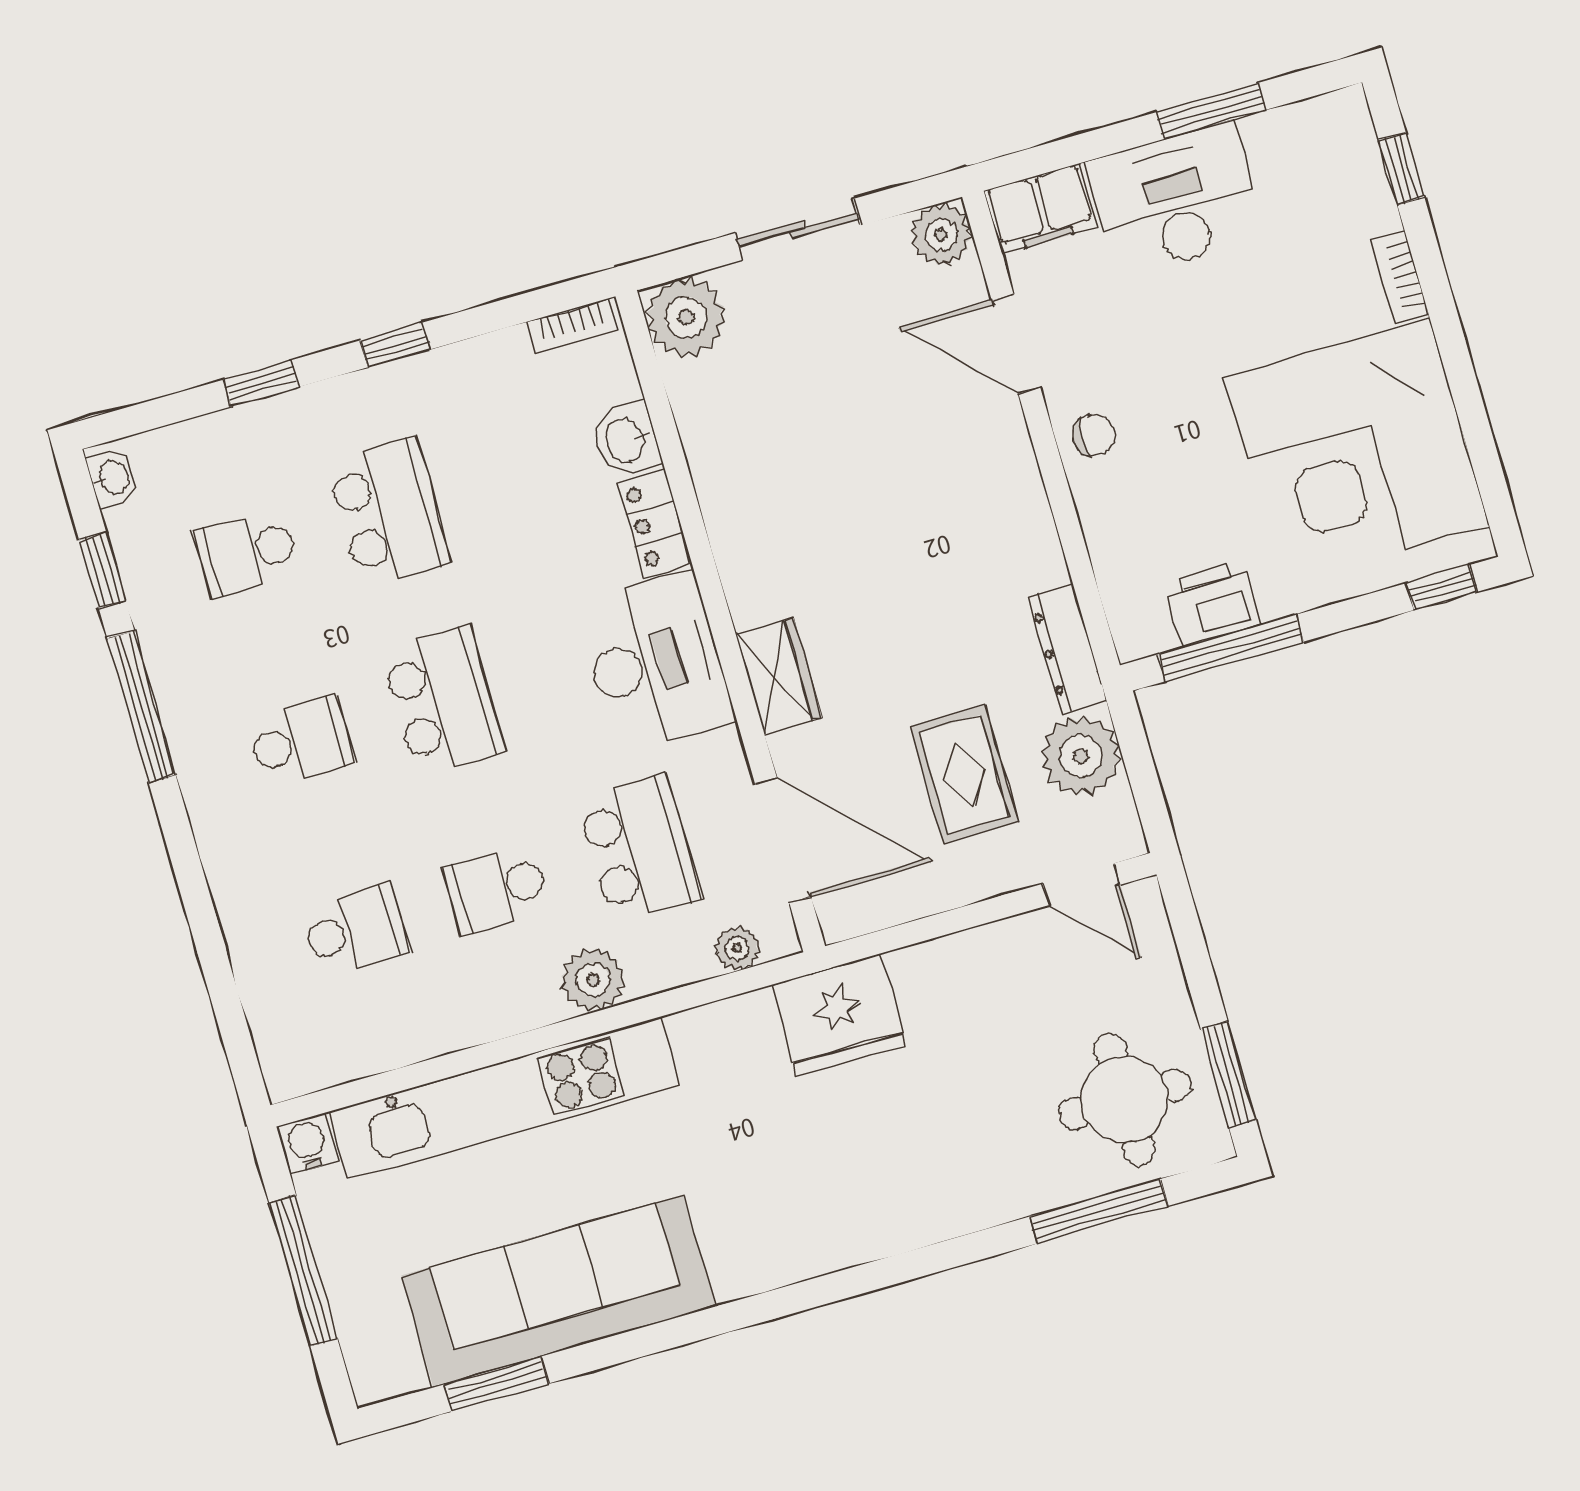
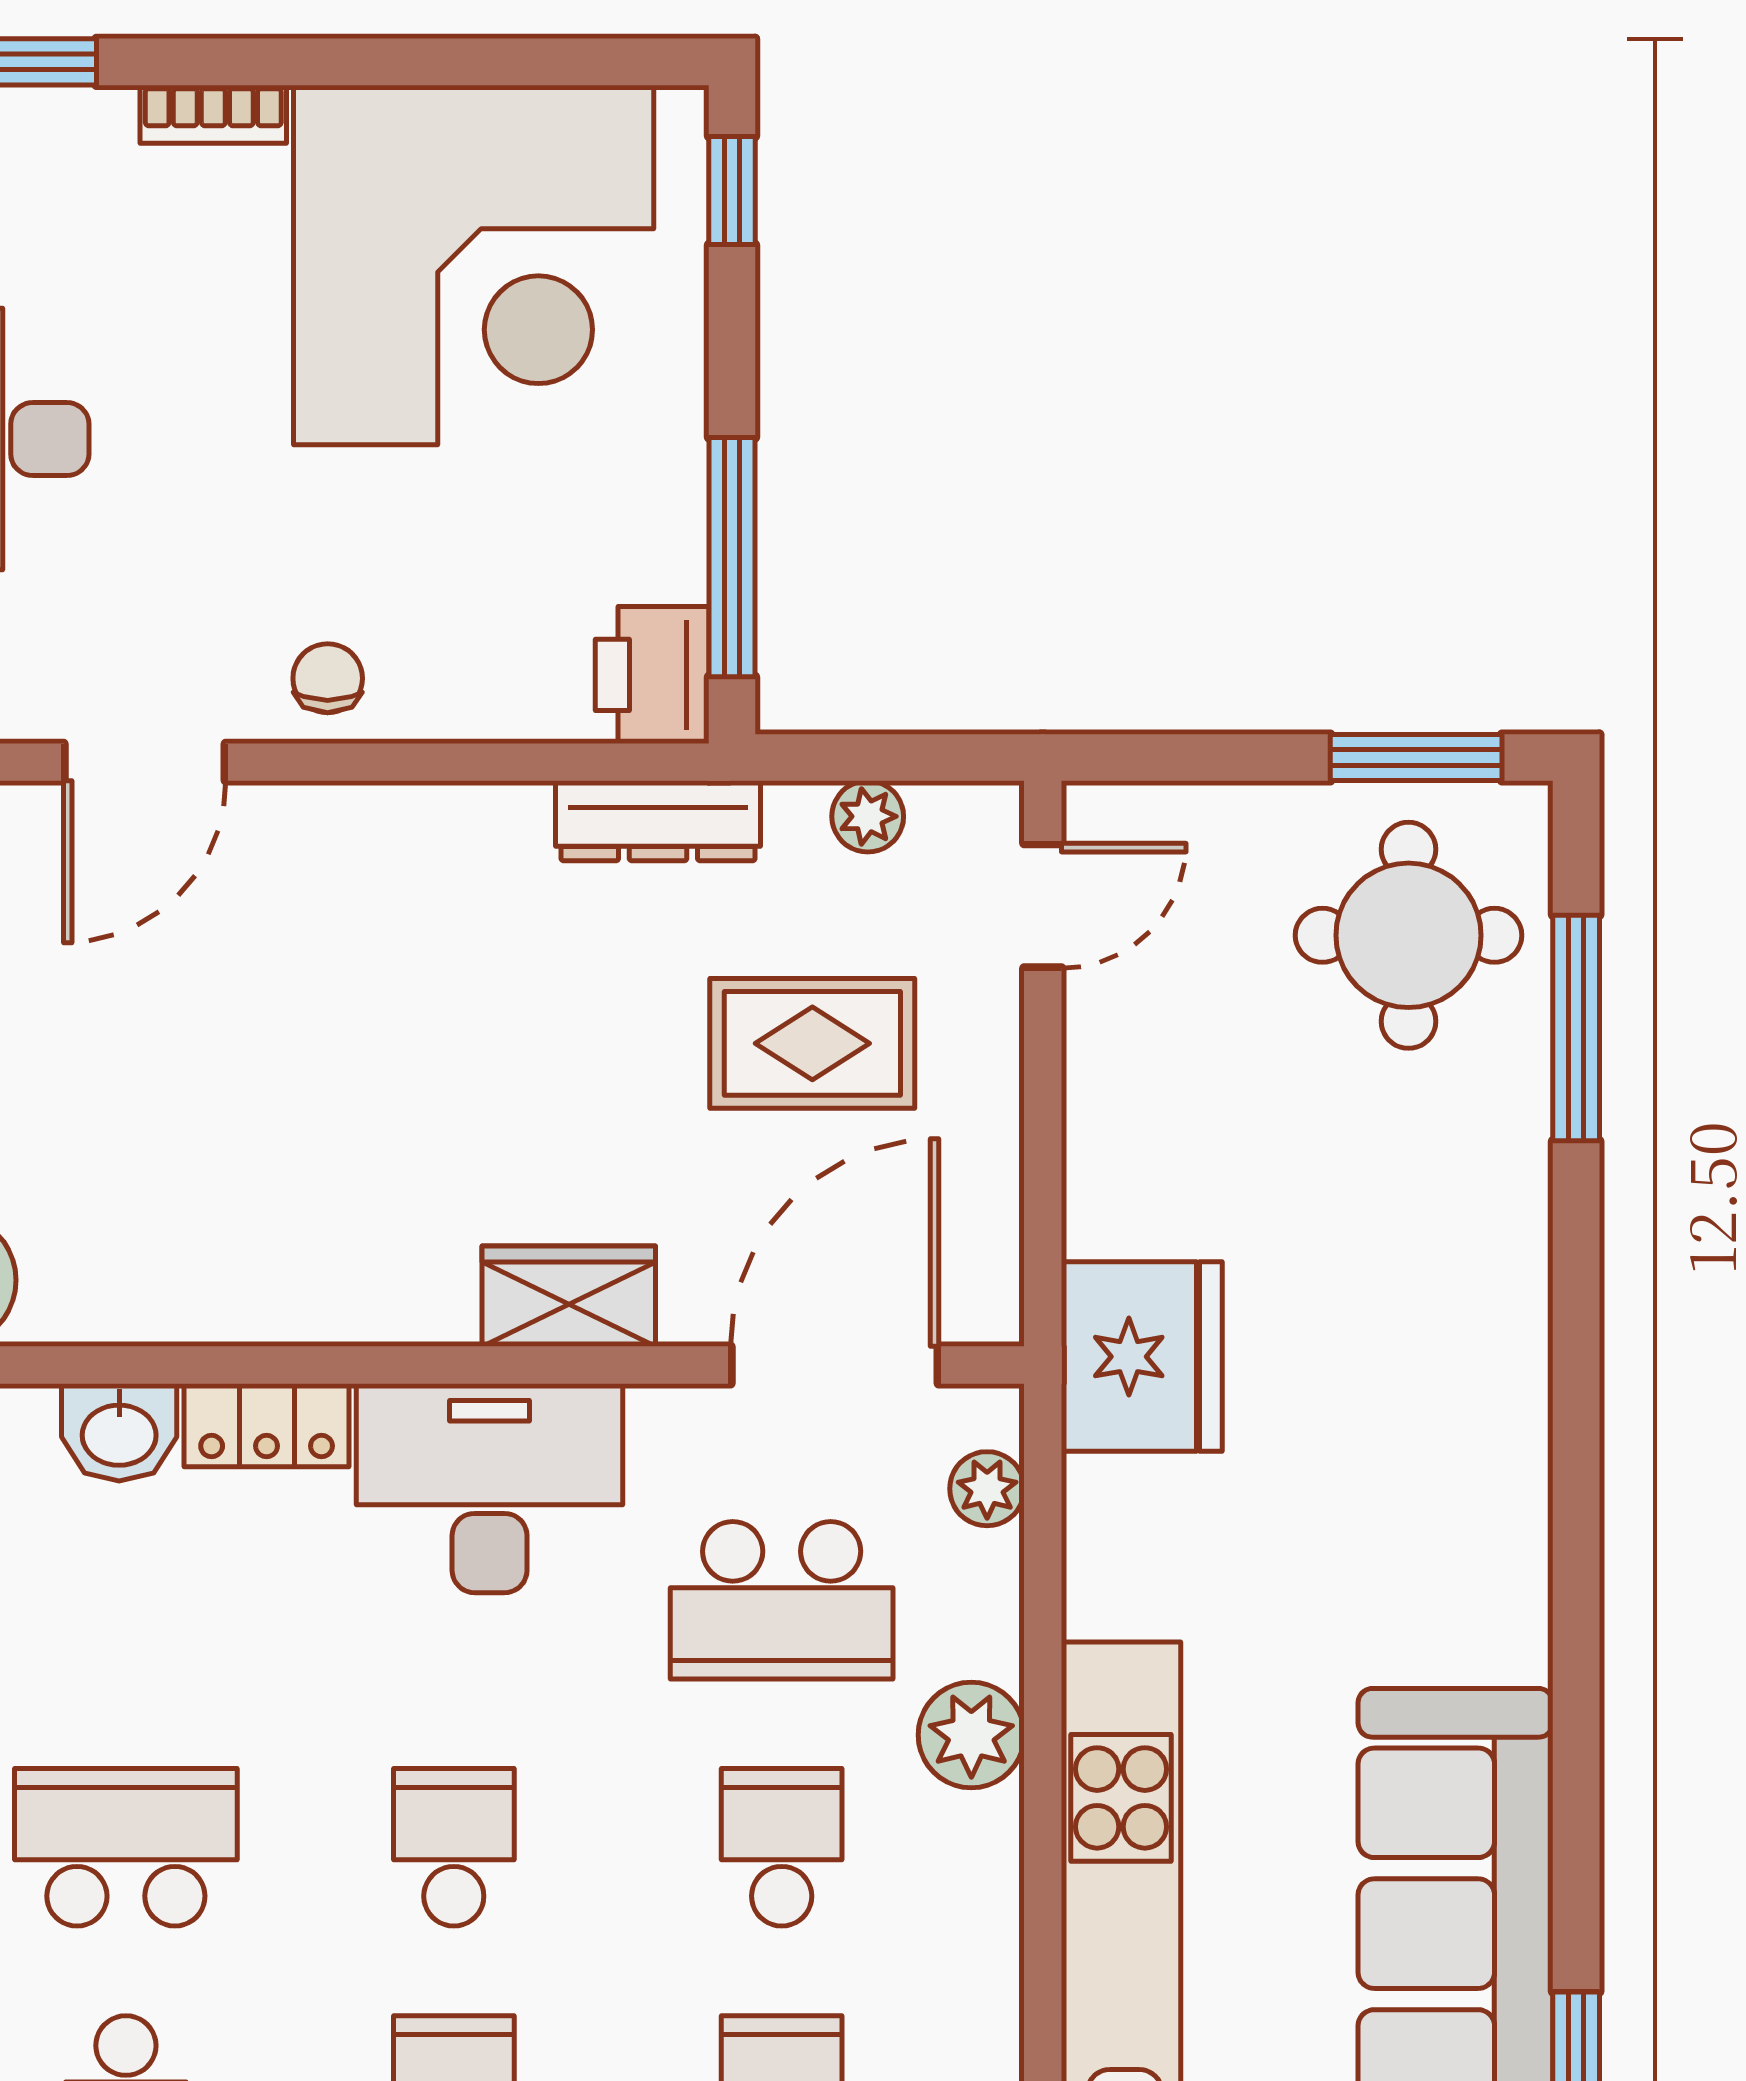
printer: (1213, 603) -> (652, 675), moved
school desk: (443, 701) -> (454, 1847), width x0.54
plant: (1081, 756) -> (868, 816), width x0.53, depth x0.53
school desk: (639, 849) -> (782, 1600), turned 180
school desk: (497, 889) -> (782, 1847), turned 180

